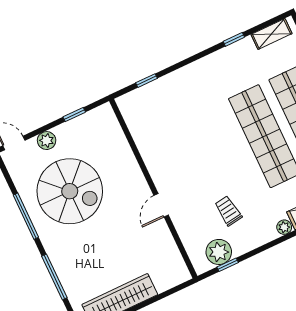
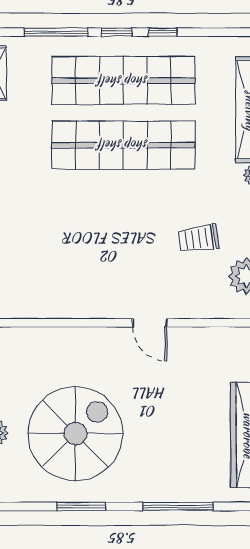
window: (26, 216) -> (81, 506), width x0.69

